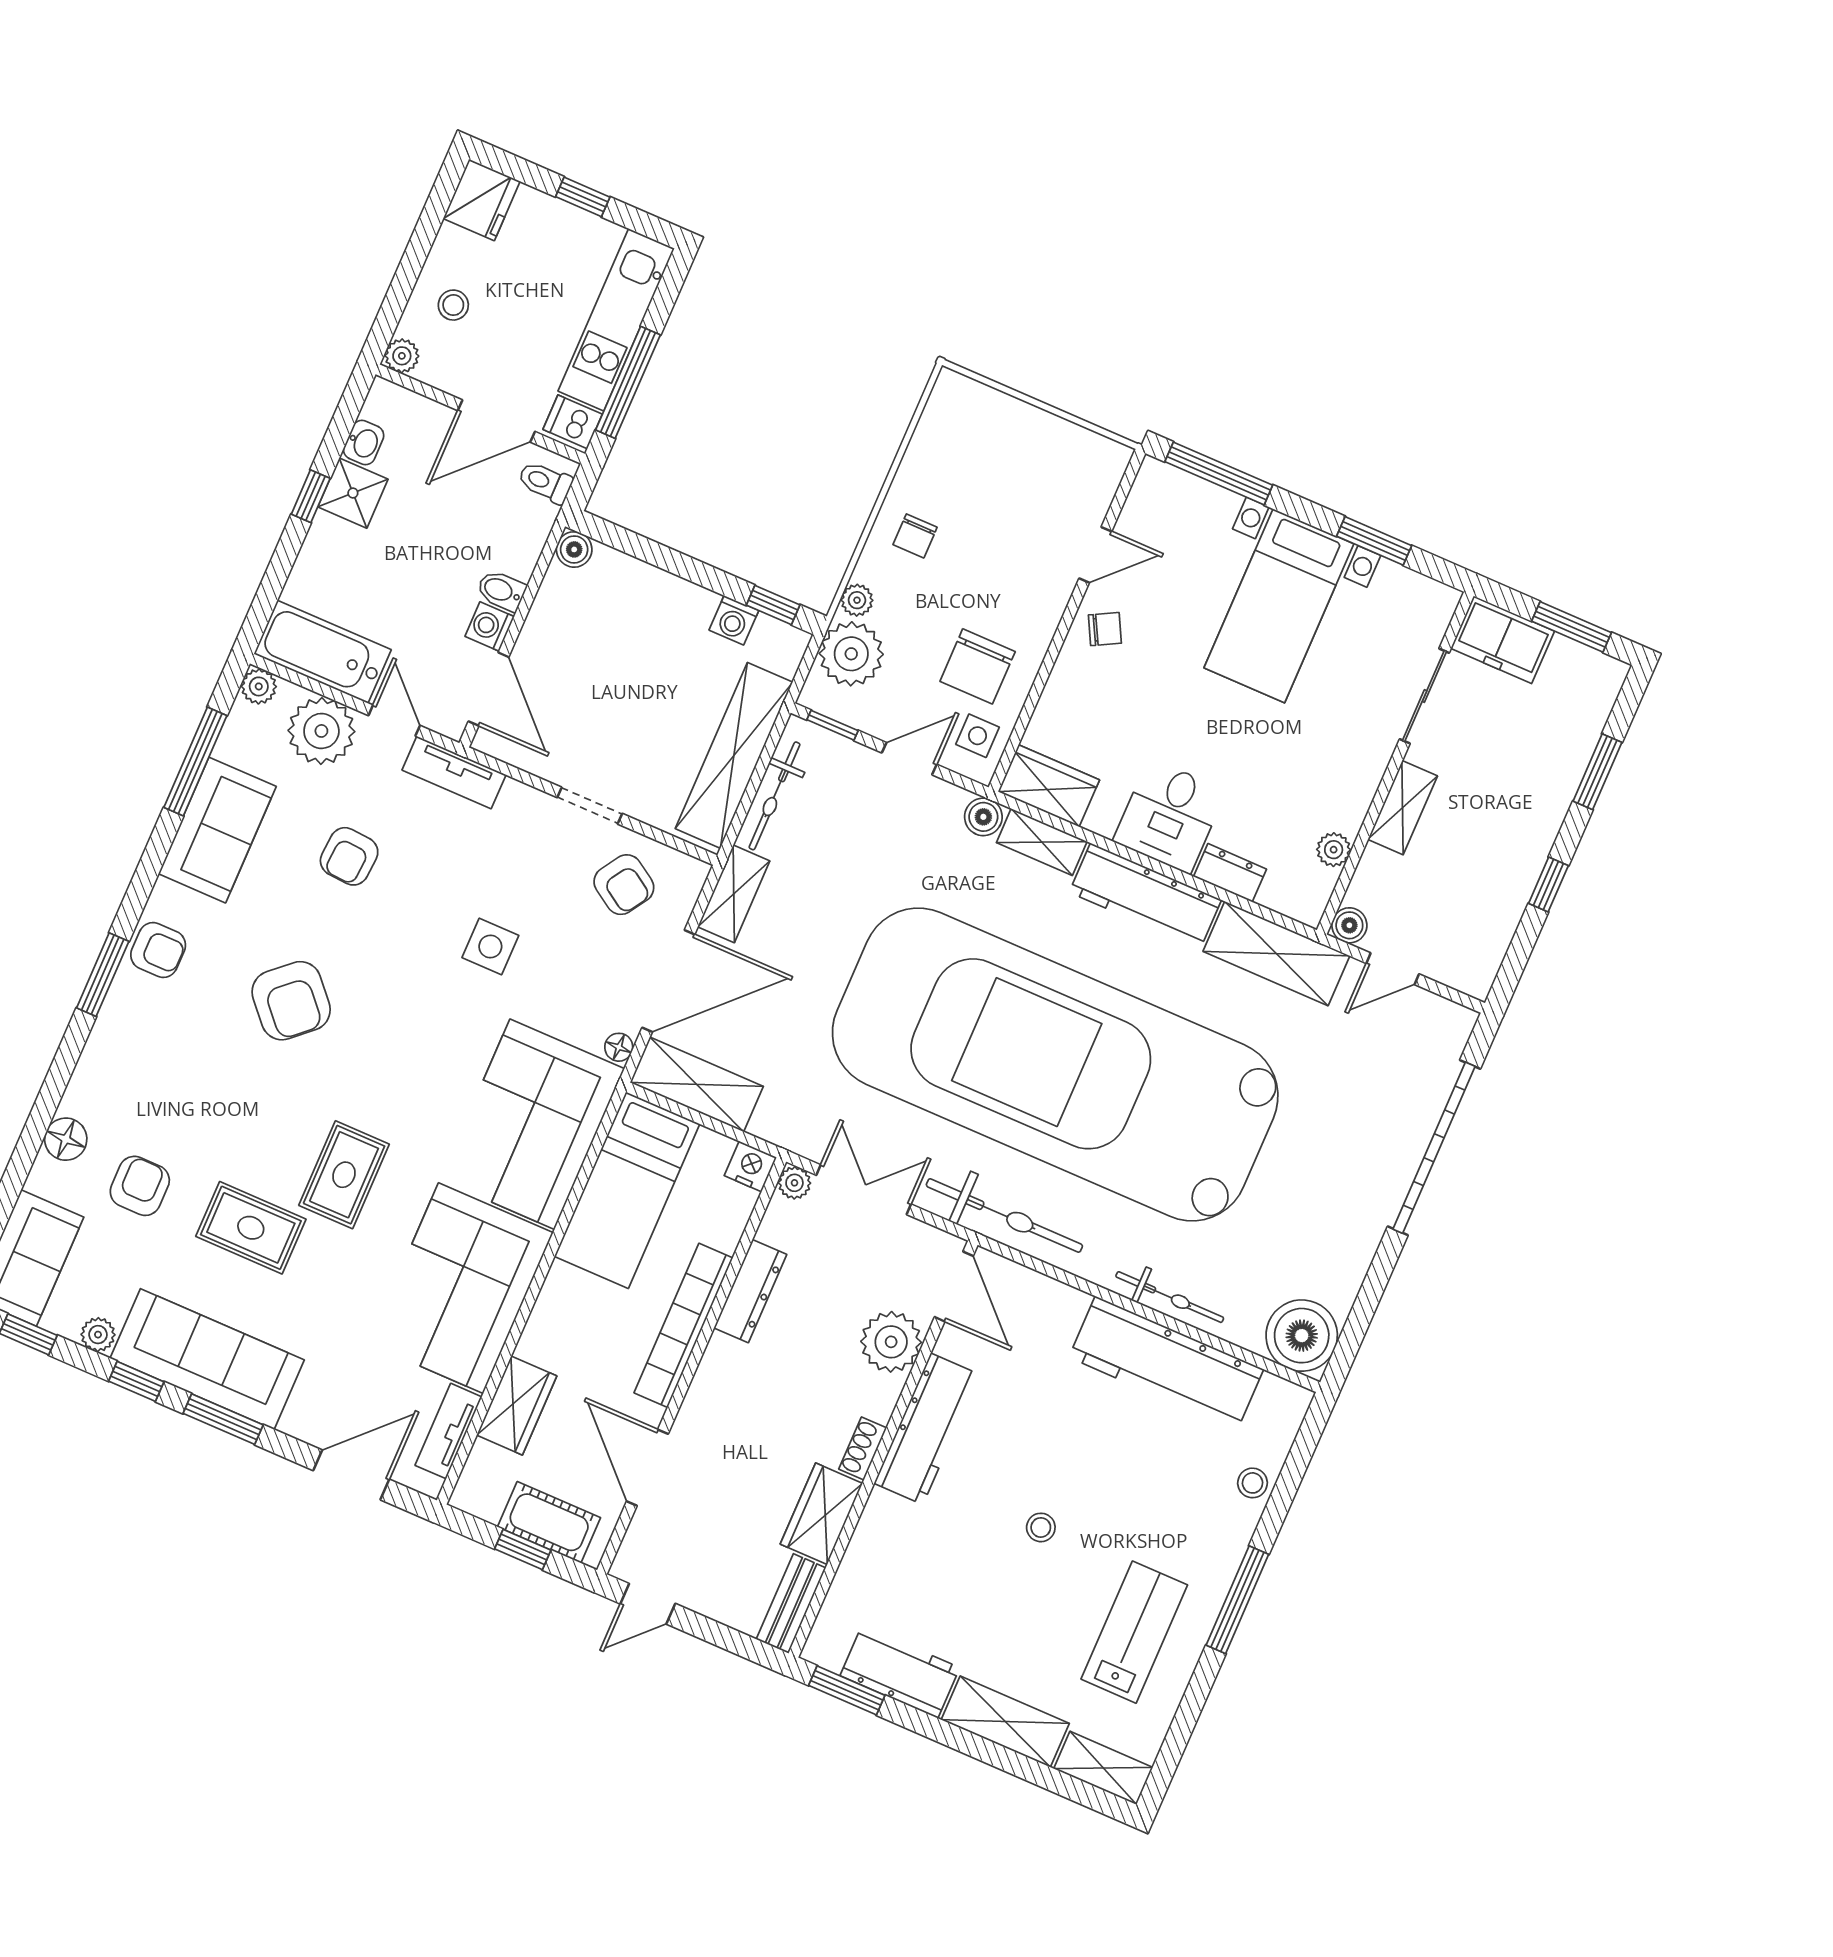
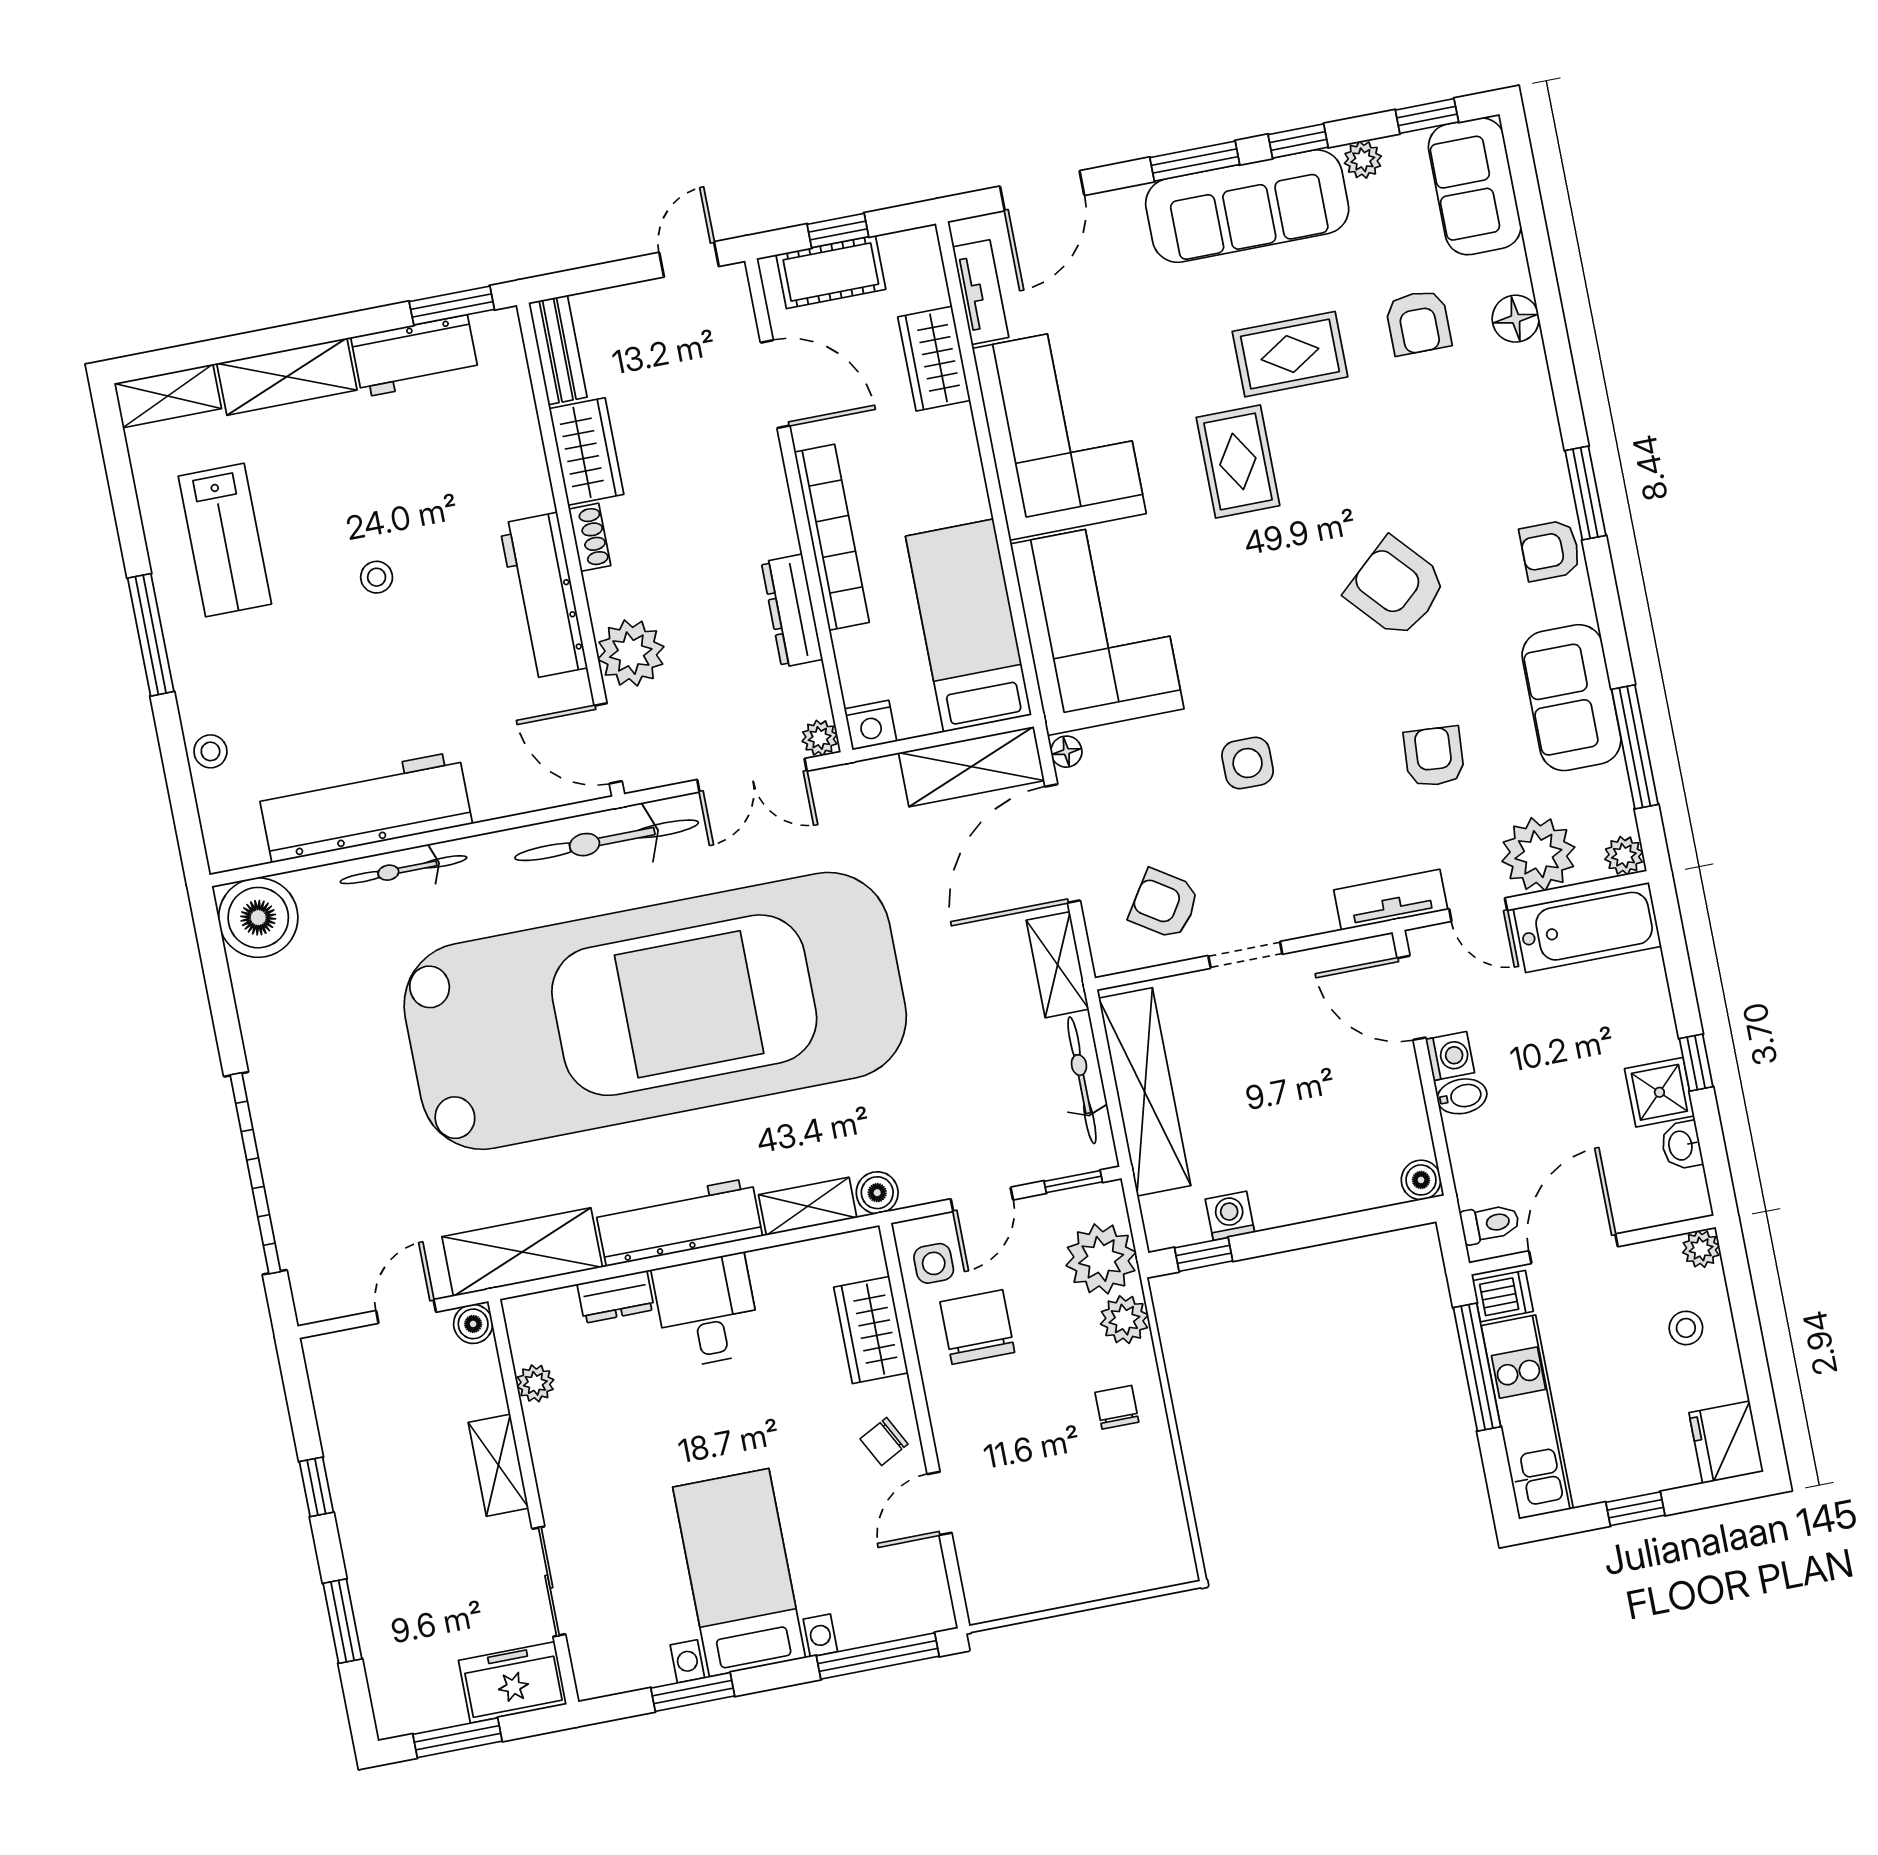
plant: (857, 600) -> (1124, 1320), width x1.38, depth x1.38
wardrobe: (1049, 786) -> (871, 1330), moved, turned 90

